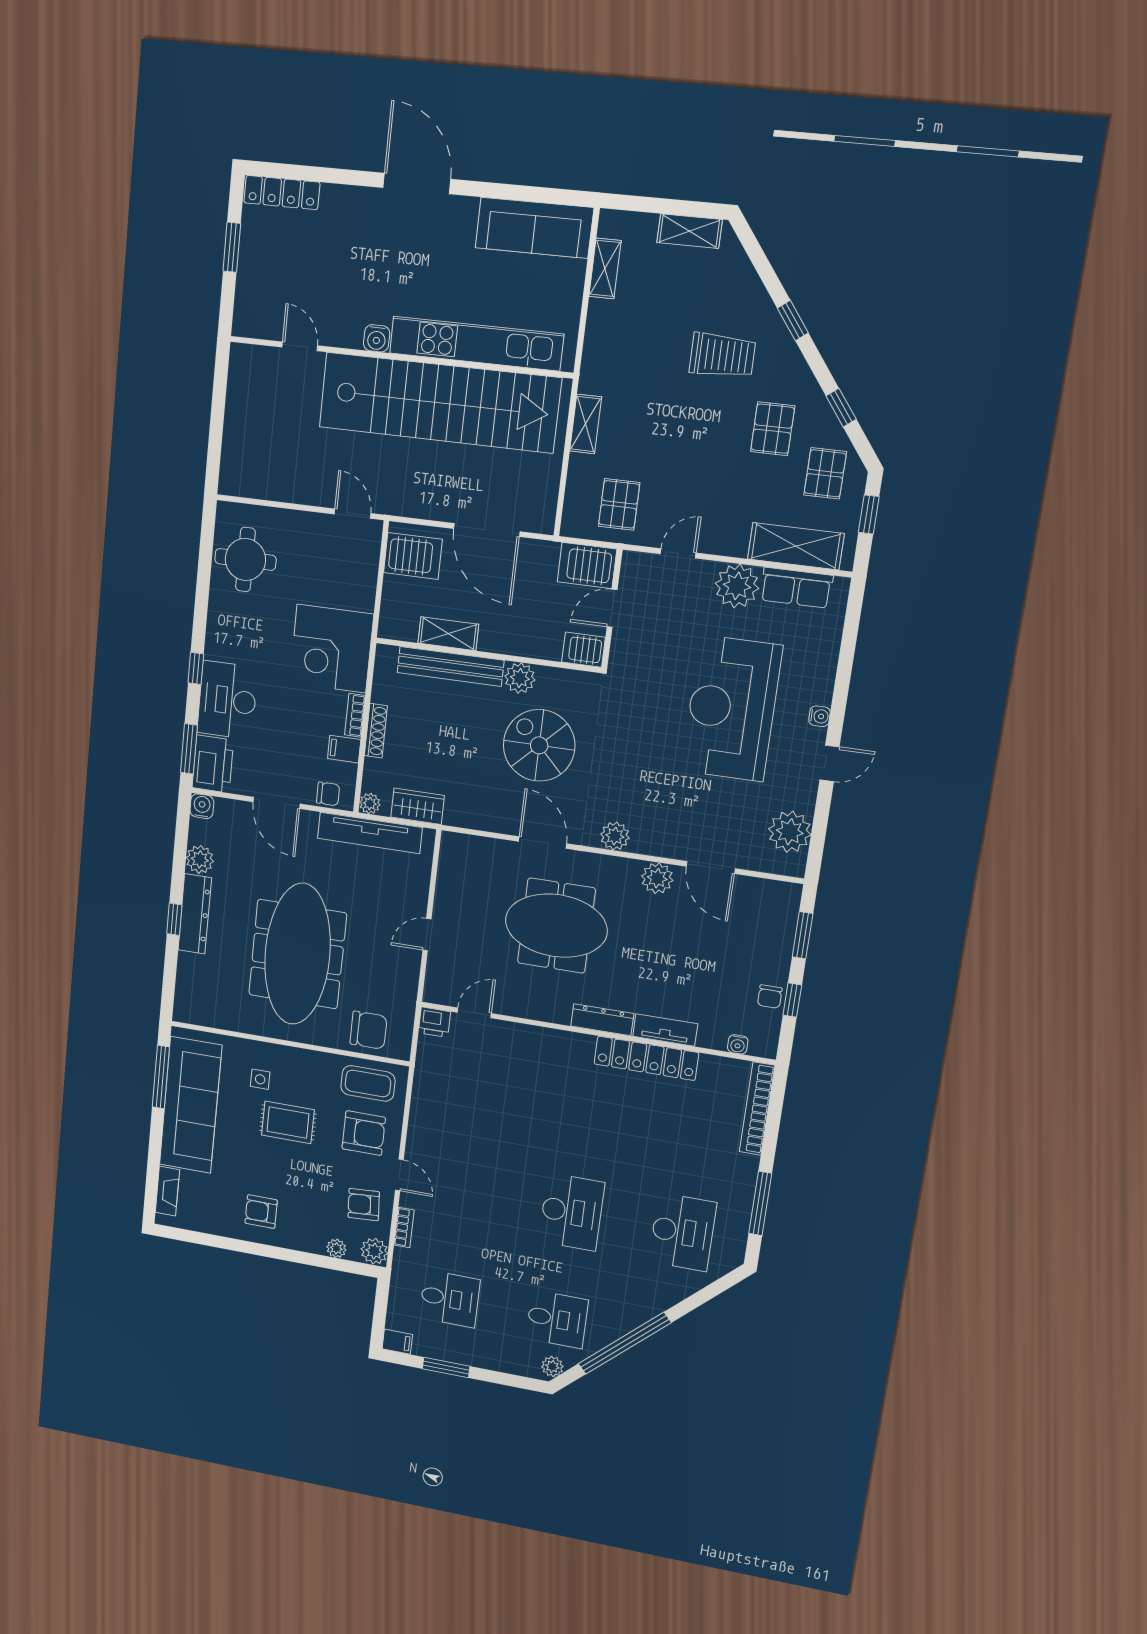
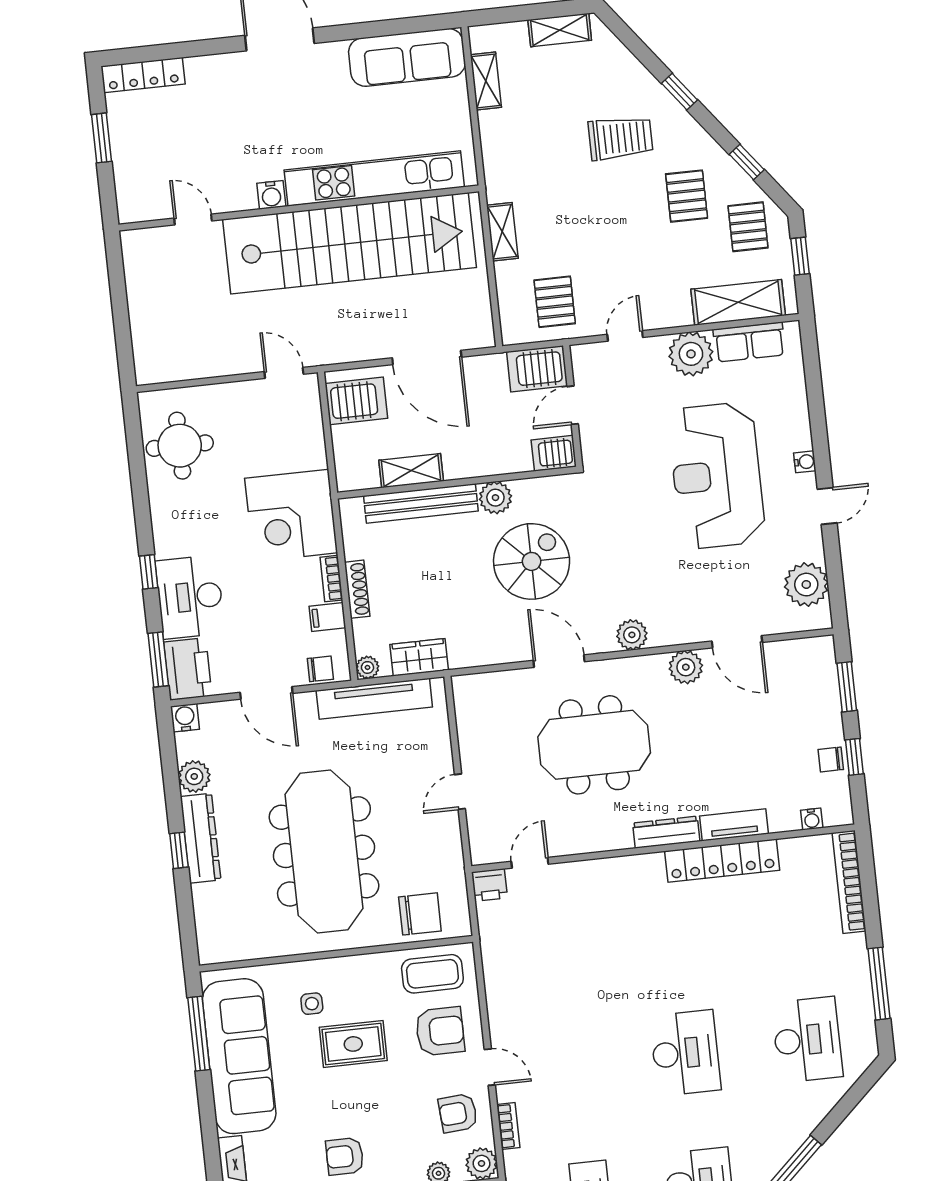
spiral stairs: (539, 745) -> (532, 561), turned 90
chair: (770, 997) -> (831, 759), turned 90

